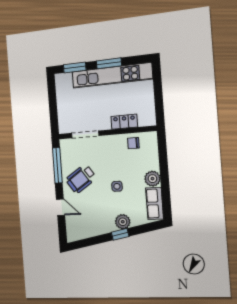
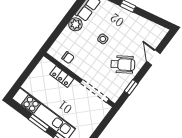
doorway: (85, 134) -> (94, 91), width x1.36
window: (57, 165) -> (131, 87), width x0.46
plant: (123, 222) -> (119, 13), removed

